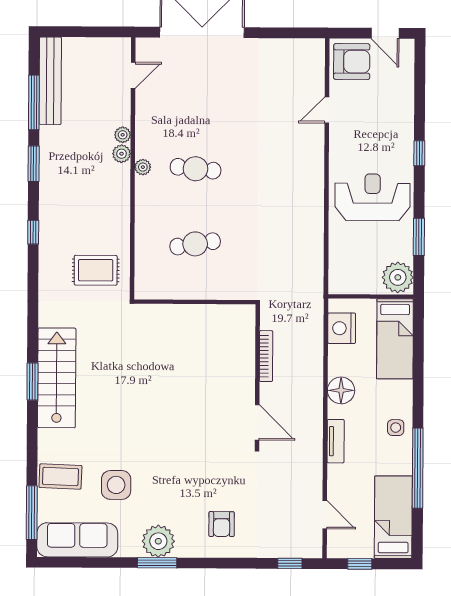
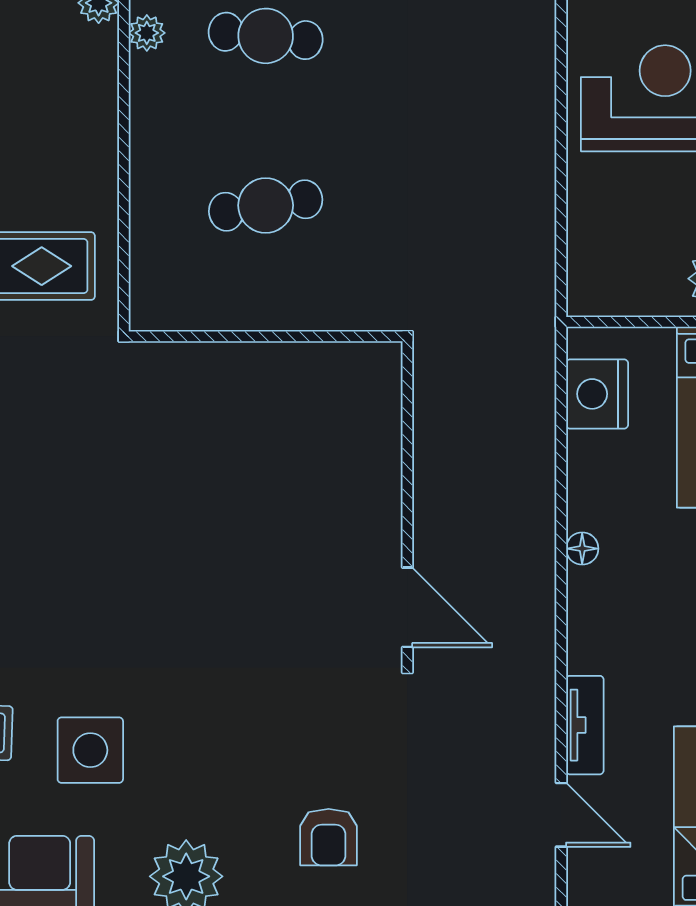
bookcase: (266, 356) -> (427, 458), removed
floor lamp: (341, 390) -> (582, 549), width x0.53, depth x0.53
tv unit: (336, 441) -> (585, 725), moved

